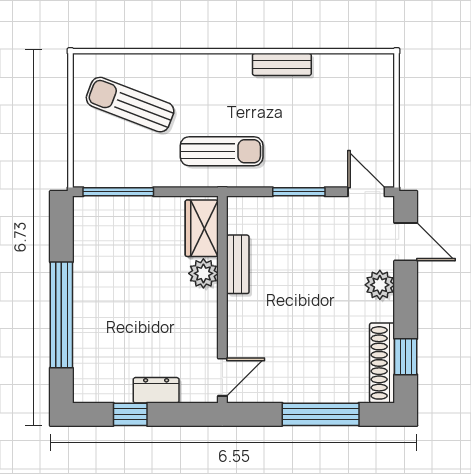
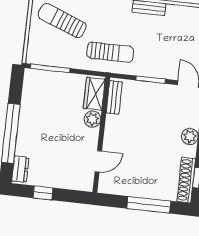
bench: (238, 264) -> (114, 97), moved
door: (222, 377) -> (98, 161), moved
dresser: (156, 390) -> (20, 169), moved, turned 90

